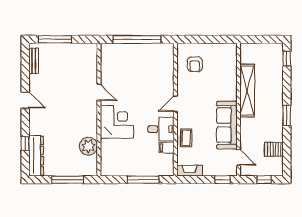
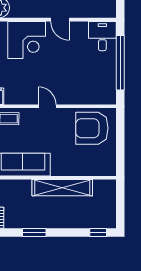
armchair: (195, 64) -> (92, 128), width x1.88, depth x1.88
door: (99, 92) -> (60, 20), hinge flipped
desk: (161, 129) -> (102, 36), moved, turned 180

